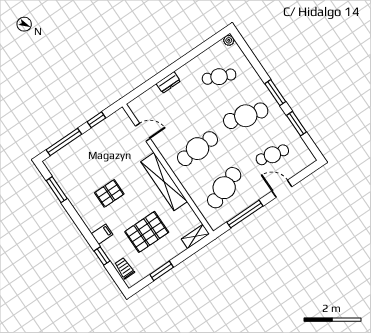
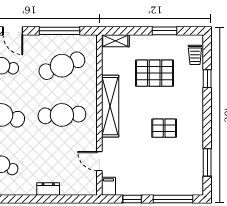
filing cabinet: (102, 234) -> (108, 186), moved, turned 90

